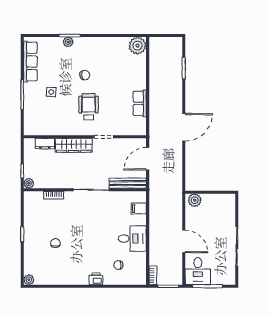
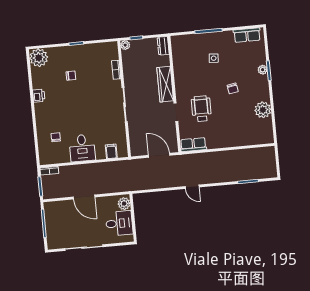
plant: (138, 46) -> (263, 110), moved
row of seats: (30, 61) -> (247, 35), width x0.68
row of seats: (140, 103) -> (193, 145), moved
wheelchair: (89, 107) -> (201, 109), moved, turned -90
door: (184, 127) -> (192, 187), width x0.53
dresser: (45, 144) -> (163, 46), moved
bench: (128, 183) -> (134, 139), removed
door: (184, 241) -> (84, 197), hinge flipped
desk: (198, 271) -> (119, 223), moved, turned 180
printer: (96, 279) -> (39, 96), moved
plant: (29, 280) -> (39, 58), width x1.88, depth x1.88

